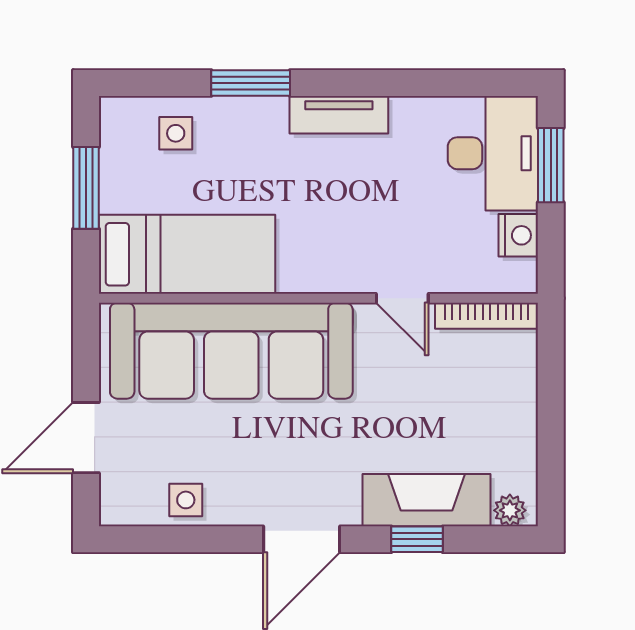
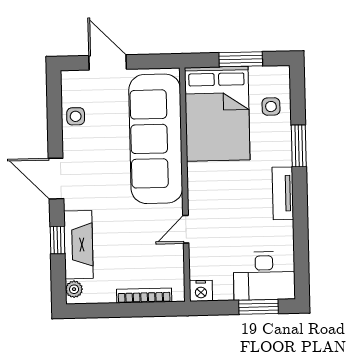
nightstand: (518, 235) -> (201, 291), moved
bed: (187, 254) -> (217, 114), width x1.50
bookcase: (487, 316) -> (144, 296), moved, turned 90

